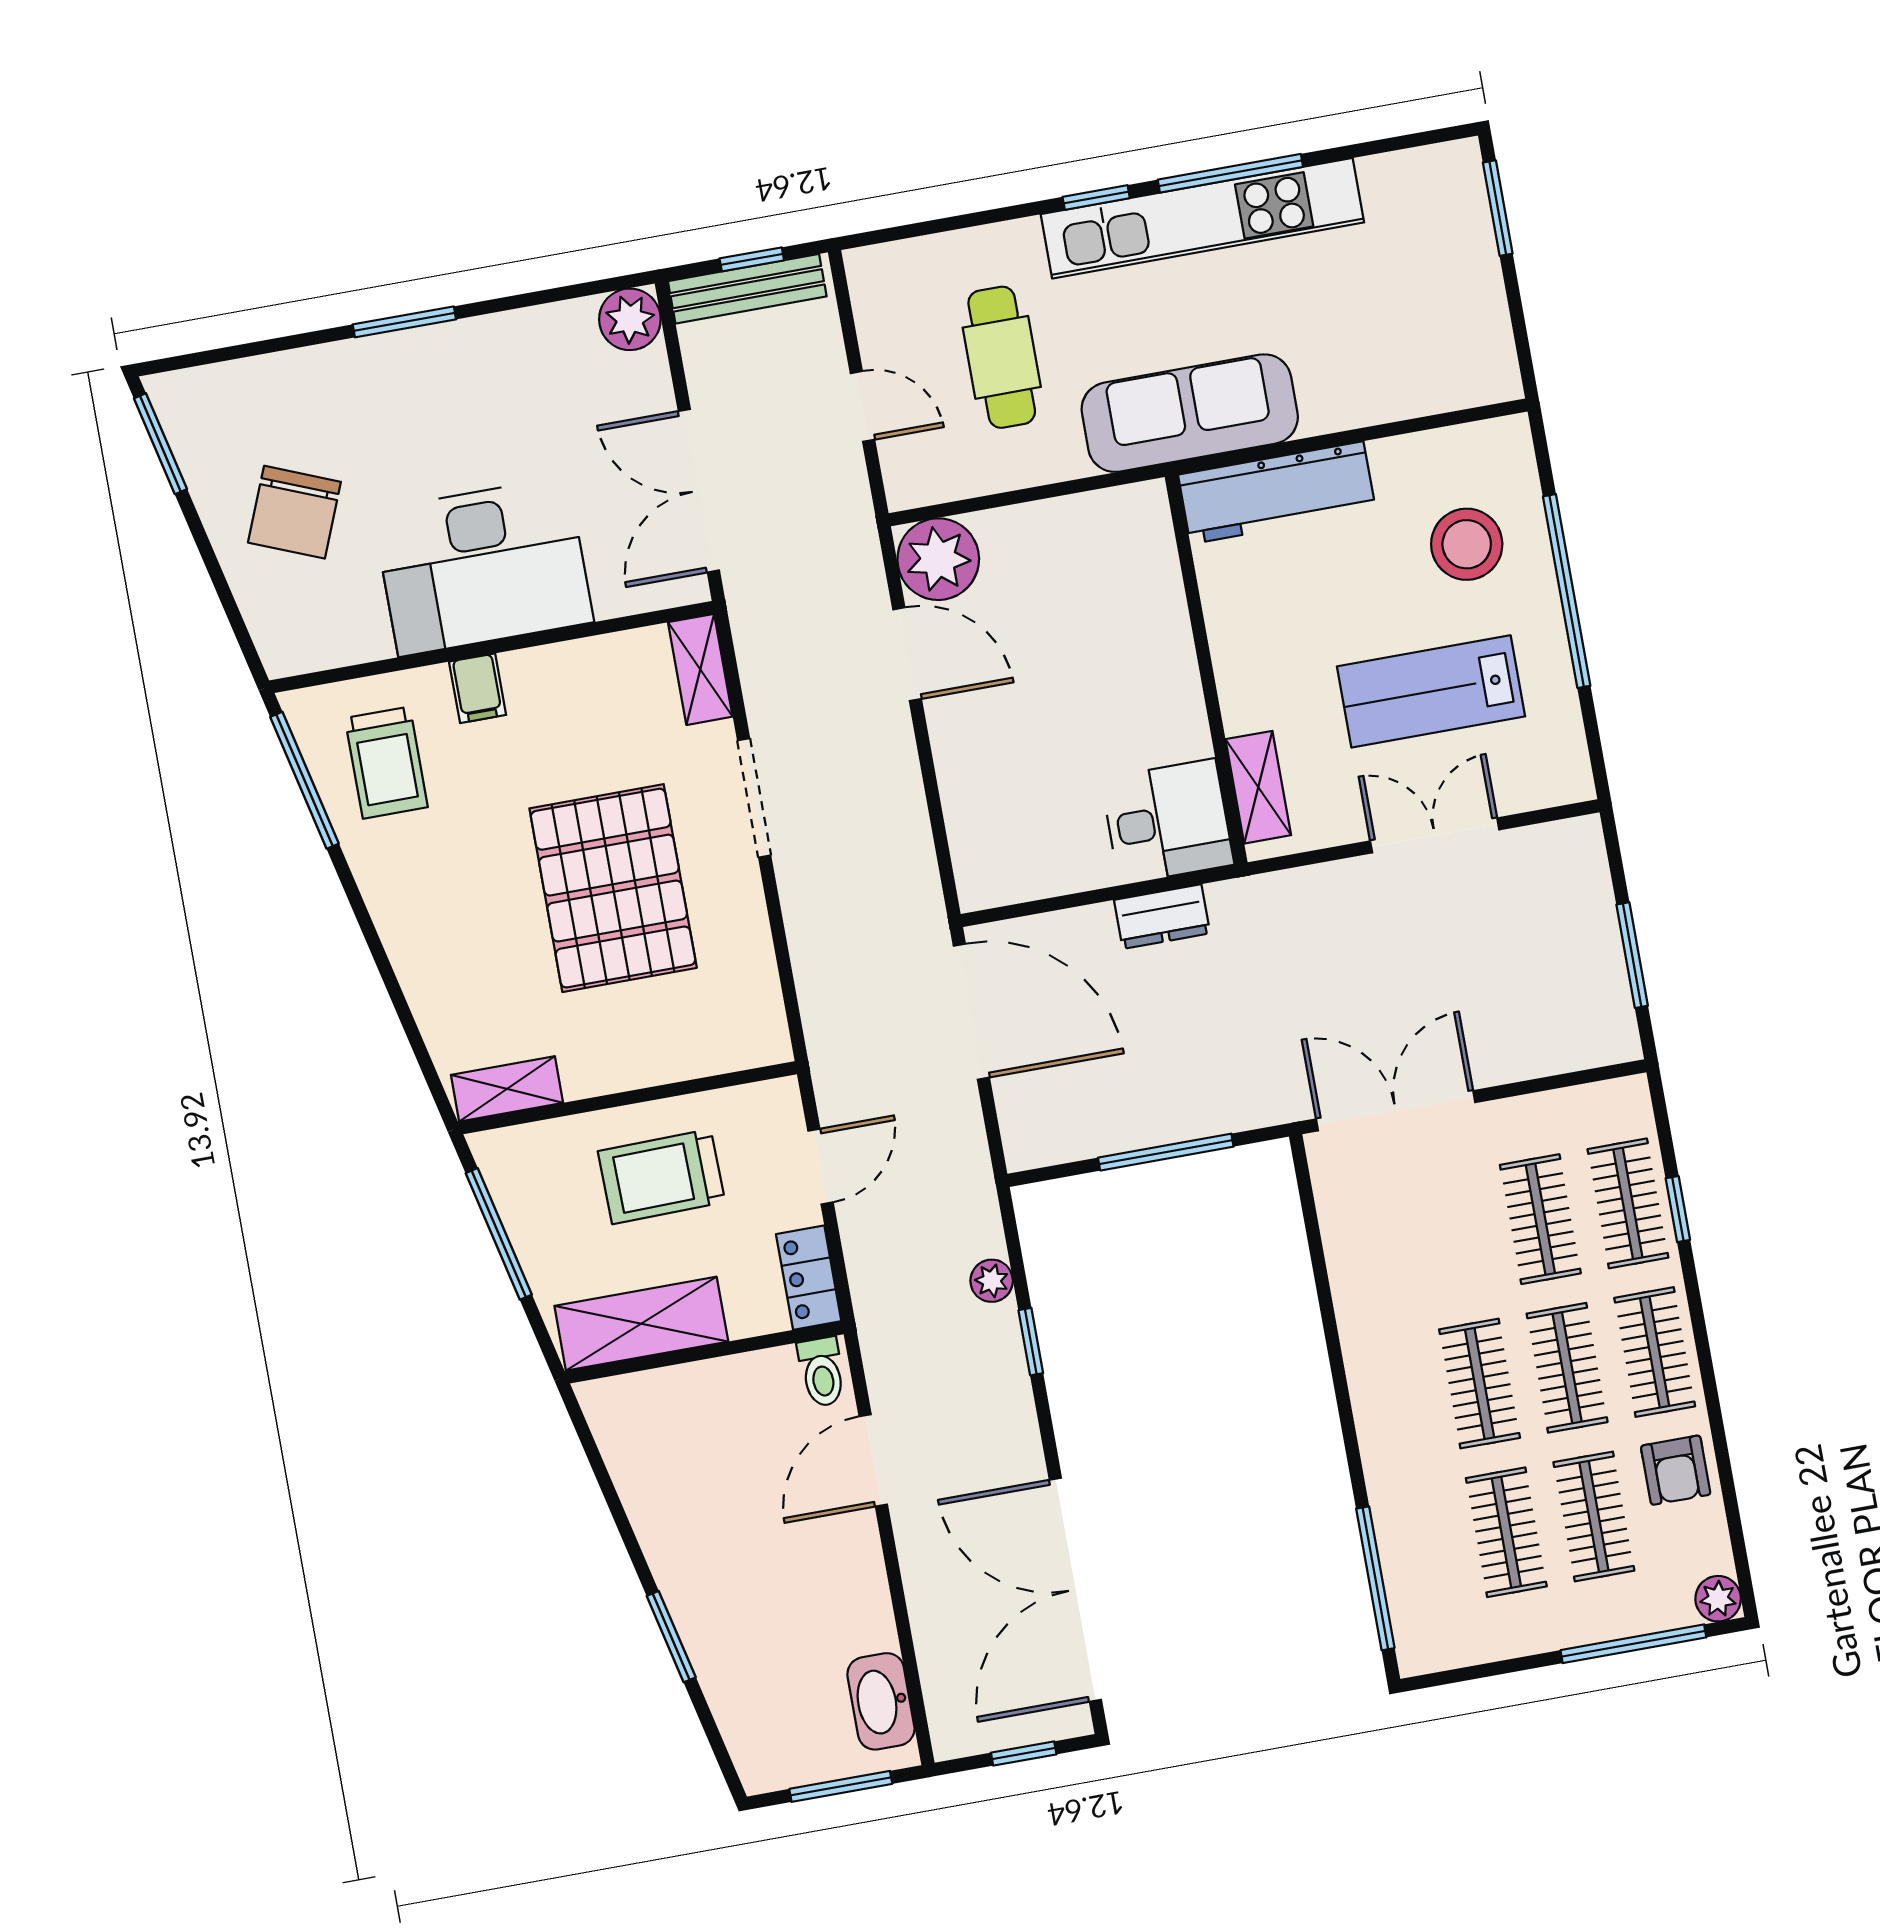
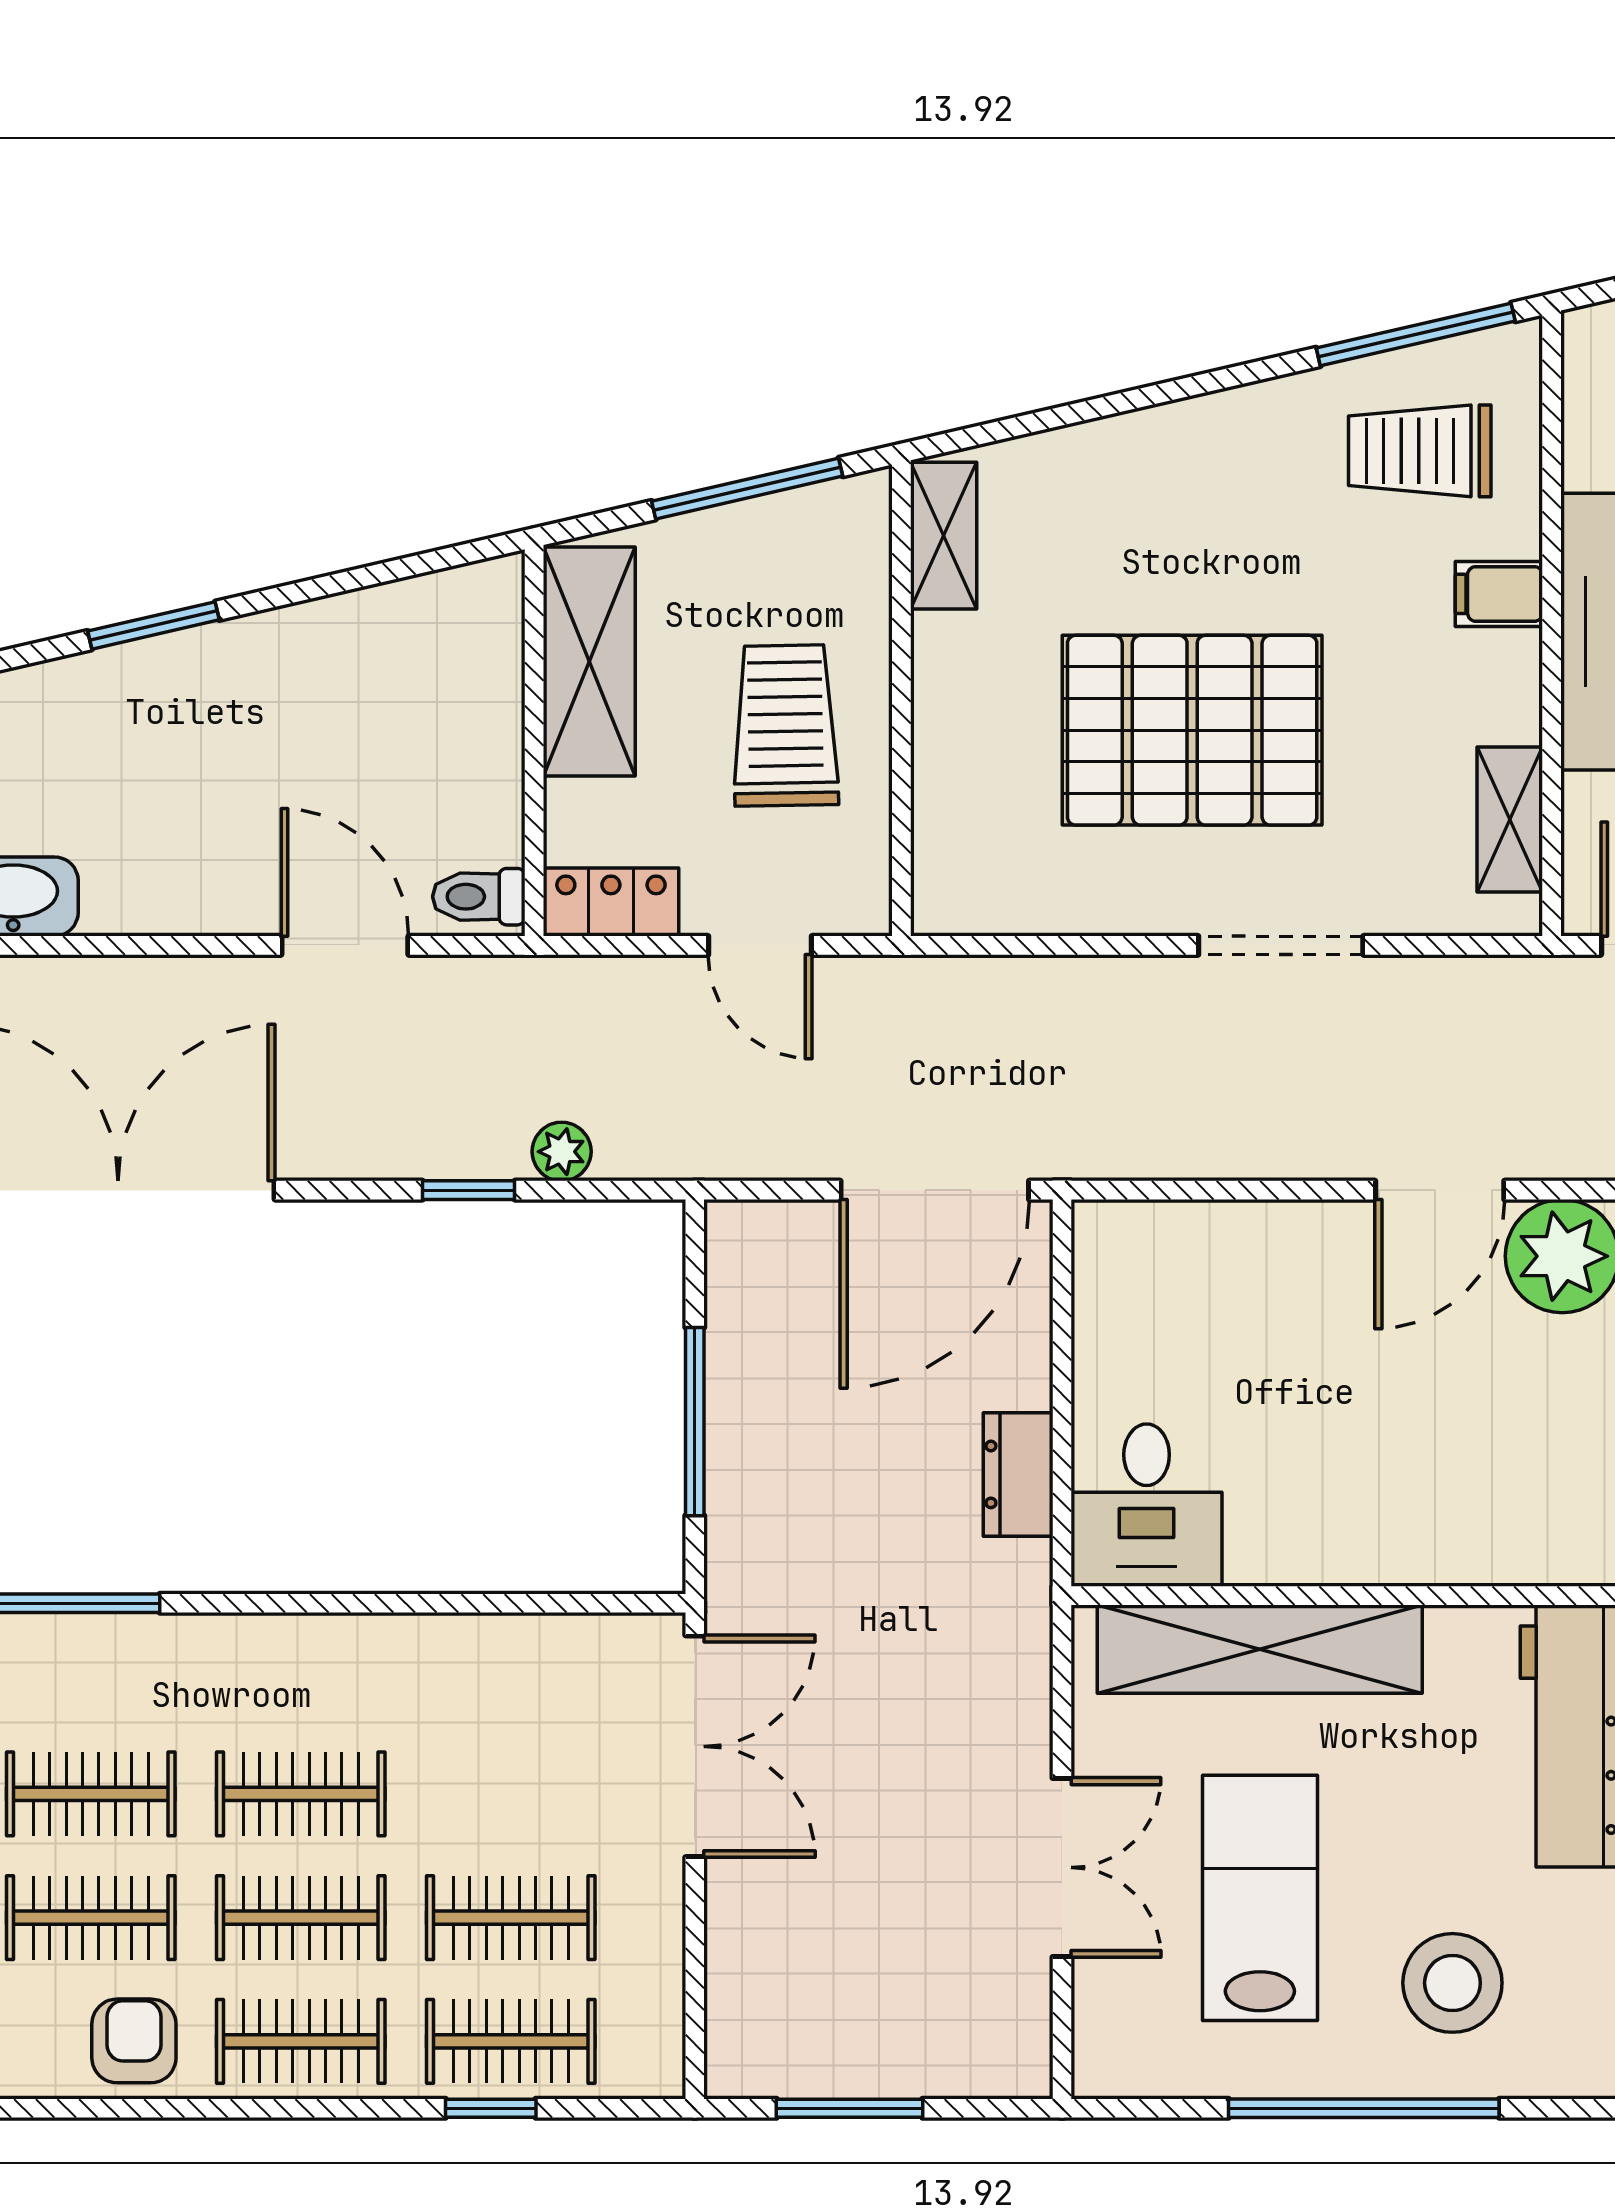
shelving: (700, 669) -> (1510, 819), moved, turned 90
shelving: (1258, 787) -> (1260, 1649), width x2.20, depth x1.33
armchair: (1676, 1470) -> (134, 2041), turned 90

